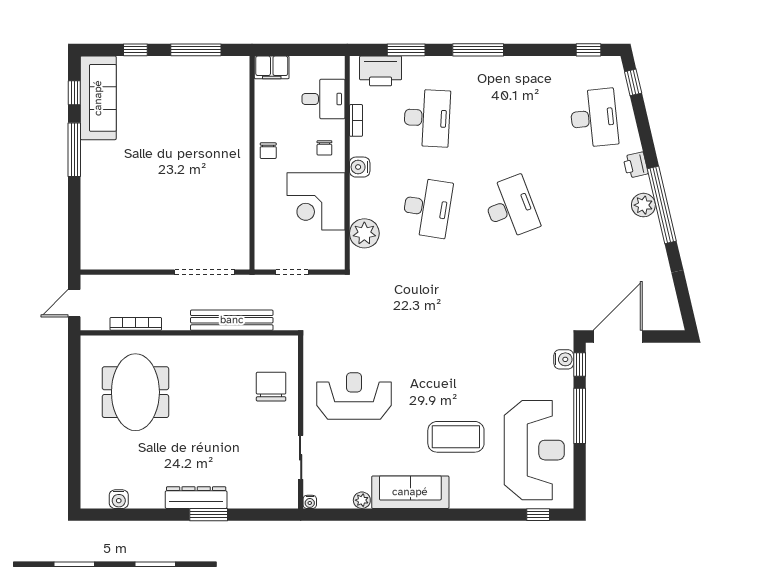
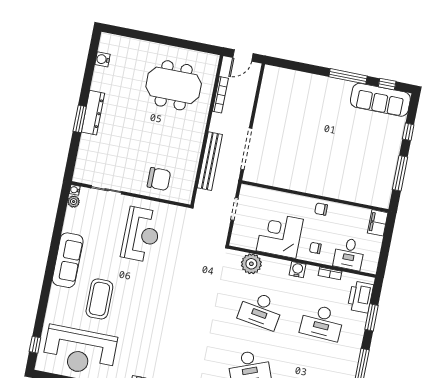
door: (74, 303) -> (243, 55), swing flipped
plant: (362, 500) -> (74, 202), moved

